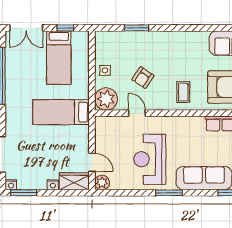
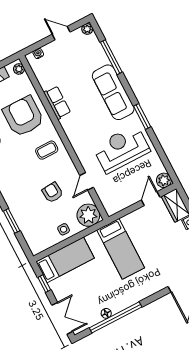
bed: (59, 58) -> (65, 260), moved
floor lamp: (10, 69) -> (106, 313), added
armchair: (143, 78) -> (52, 192), turned -129
reception desk: (150, 159) -> (121, 149), turned 180

